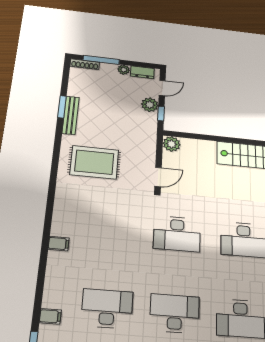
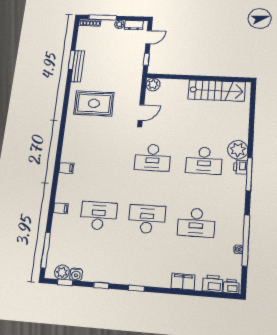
plant: (150, 105) -> (138, 53), removed
filing cabinet: (50, 316) -> (61, 208), moved

